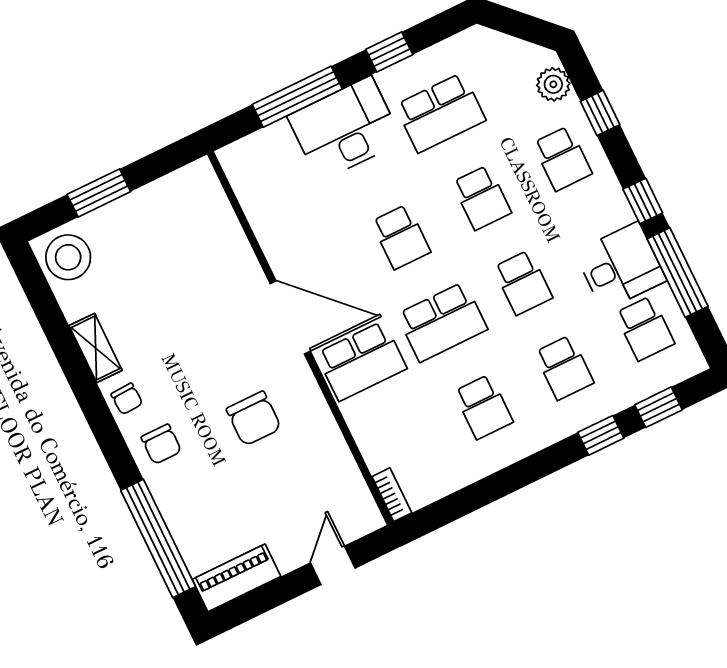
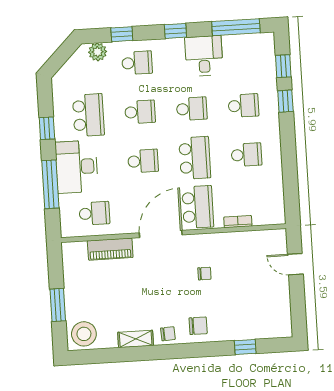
window: (678, 273) -> (236, 27), moved
school desk: (645, 328) -> (94, 213), moved
chair: (254, 419) -> (204, 274), width x0.54, depth x0.54
bookcase: (392, 495) -> (238, 222), moved
window: (158, 538) -> (245, 347), width x0.32
piano: (237, 578) -> (110, 249), moved, turned -90

